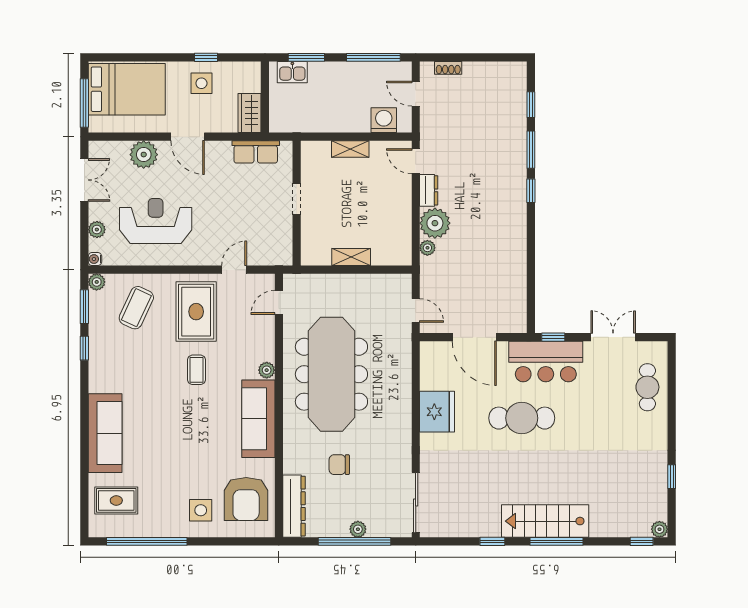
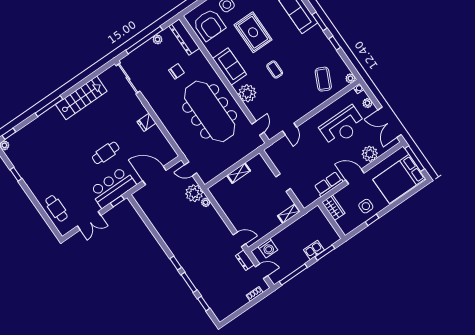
kitchen sink: (292, 72) -> (314, 250), moved
shelving: (350, 149) -> (289, 214), moved
row of seats: (256, 152) -> (329, 184), moved
double door: (84, 180) -> (389, 122), width x1.37
dresser: (429, 190) -> (245, 260), moved
plant: (435, 223) -> (194, 193), moved
window: (84, 307) -> (320, 21), moved
rug: (196, 312) -> (253, 32), moved
plant: (267, 370) -> (247, 93), width x1.87, depth x1.87
fridge: (437, 412) -> (147, 122), width x0.53, depth x0.75
cafe table: (522, 418) -> (106, 153), width x0.73, depth x0.74
sofa: (258, 419) -> (230, 67), width x0.73
armchair: (246, 499) -> (209, 25), turned 180
stairs: (545, 521) -> (81, 98), moved
plant: (358, 529) -> (157, 39), moved
window: (492, 541) -> (79, 85), removed

